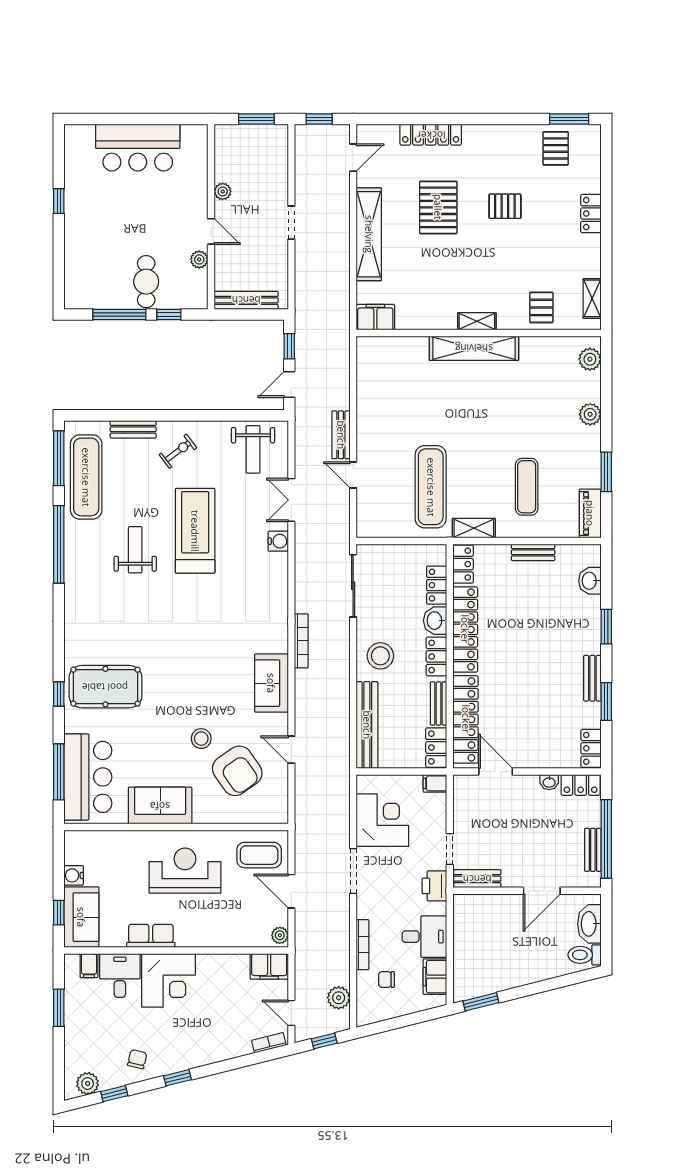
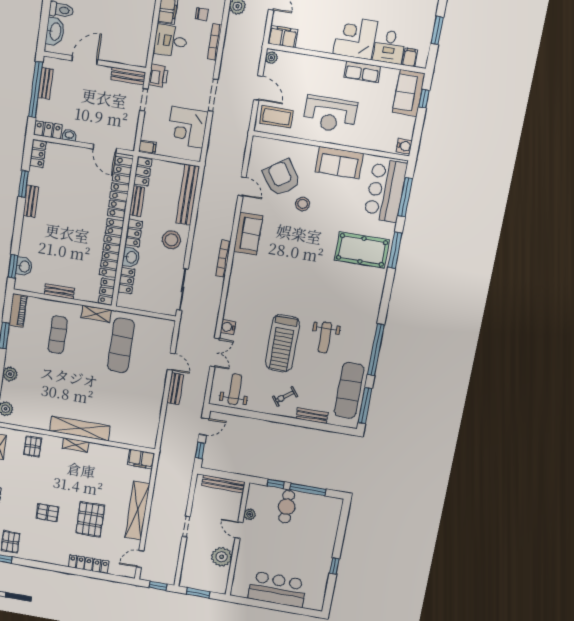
plant: (223, 191) -> (222, 557), width x1.88, depth x1.88
window: (606, 627) -> (13, 266), moved
window: (59, 694) -> (395, 250), width x2.17
water cooler: (74, 875) -> (404, 146), moved

